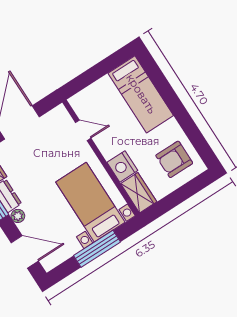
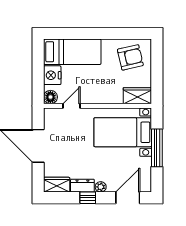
floor lamp: (78, 102) -> (50, 97), added
armchair: (174, 159) -> (130, 57), turned -103
nightstand: (122, 166) -> (52, 75), moved, turned 90

